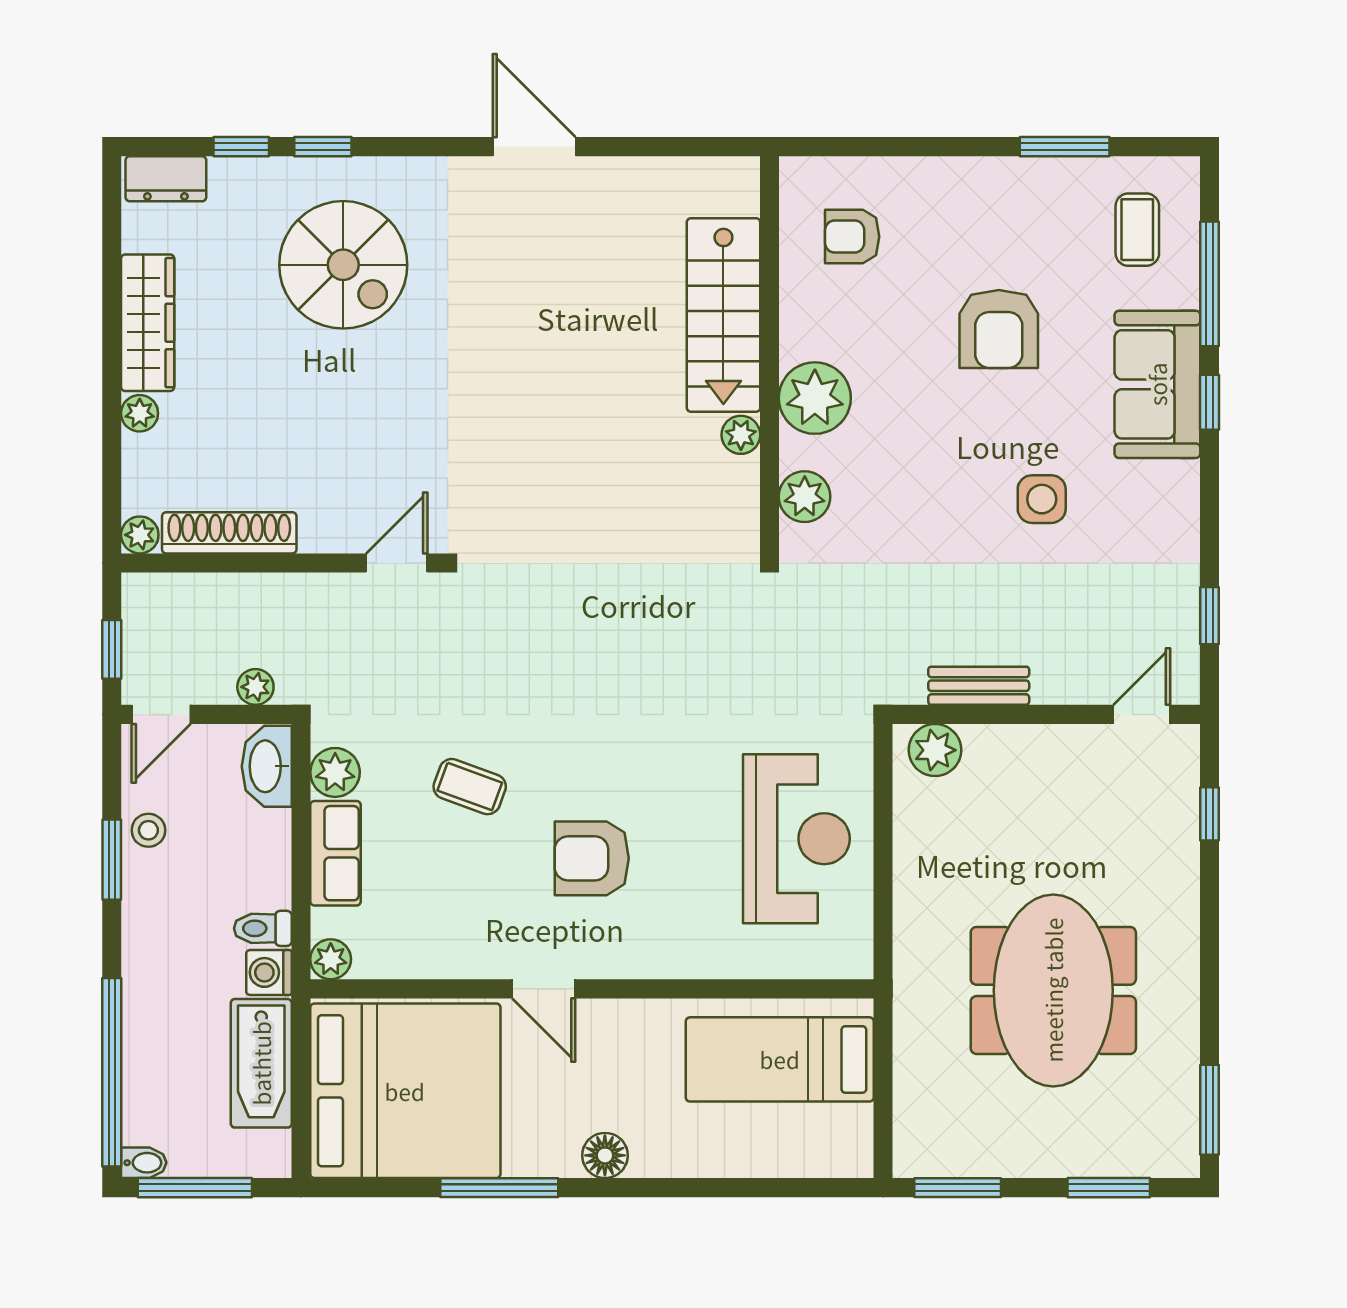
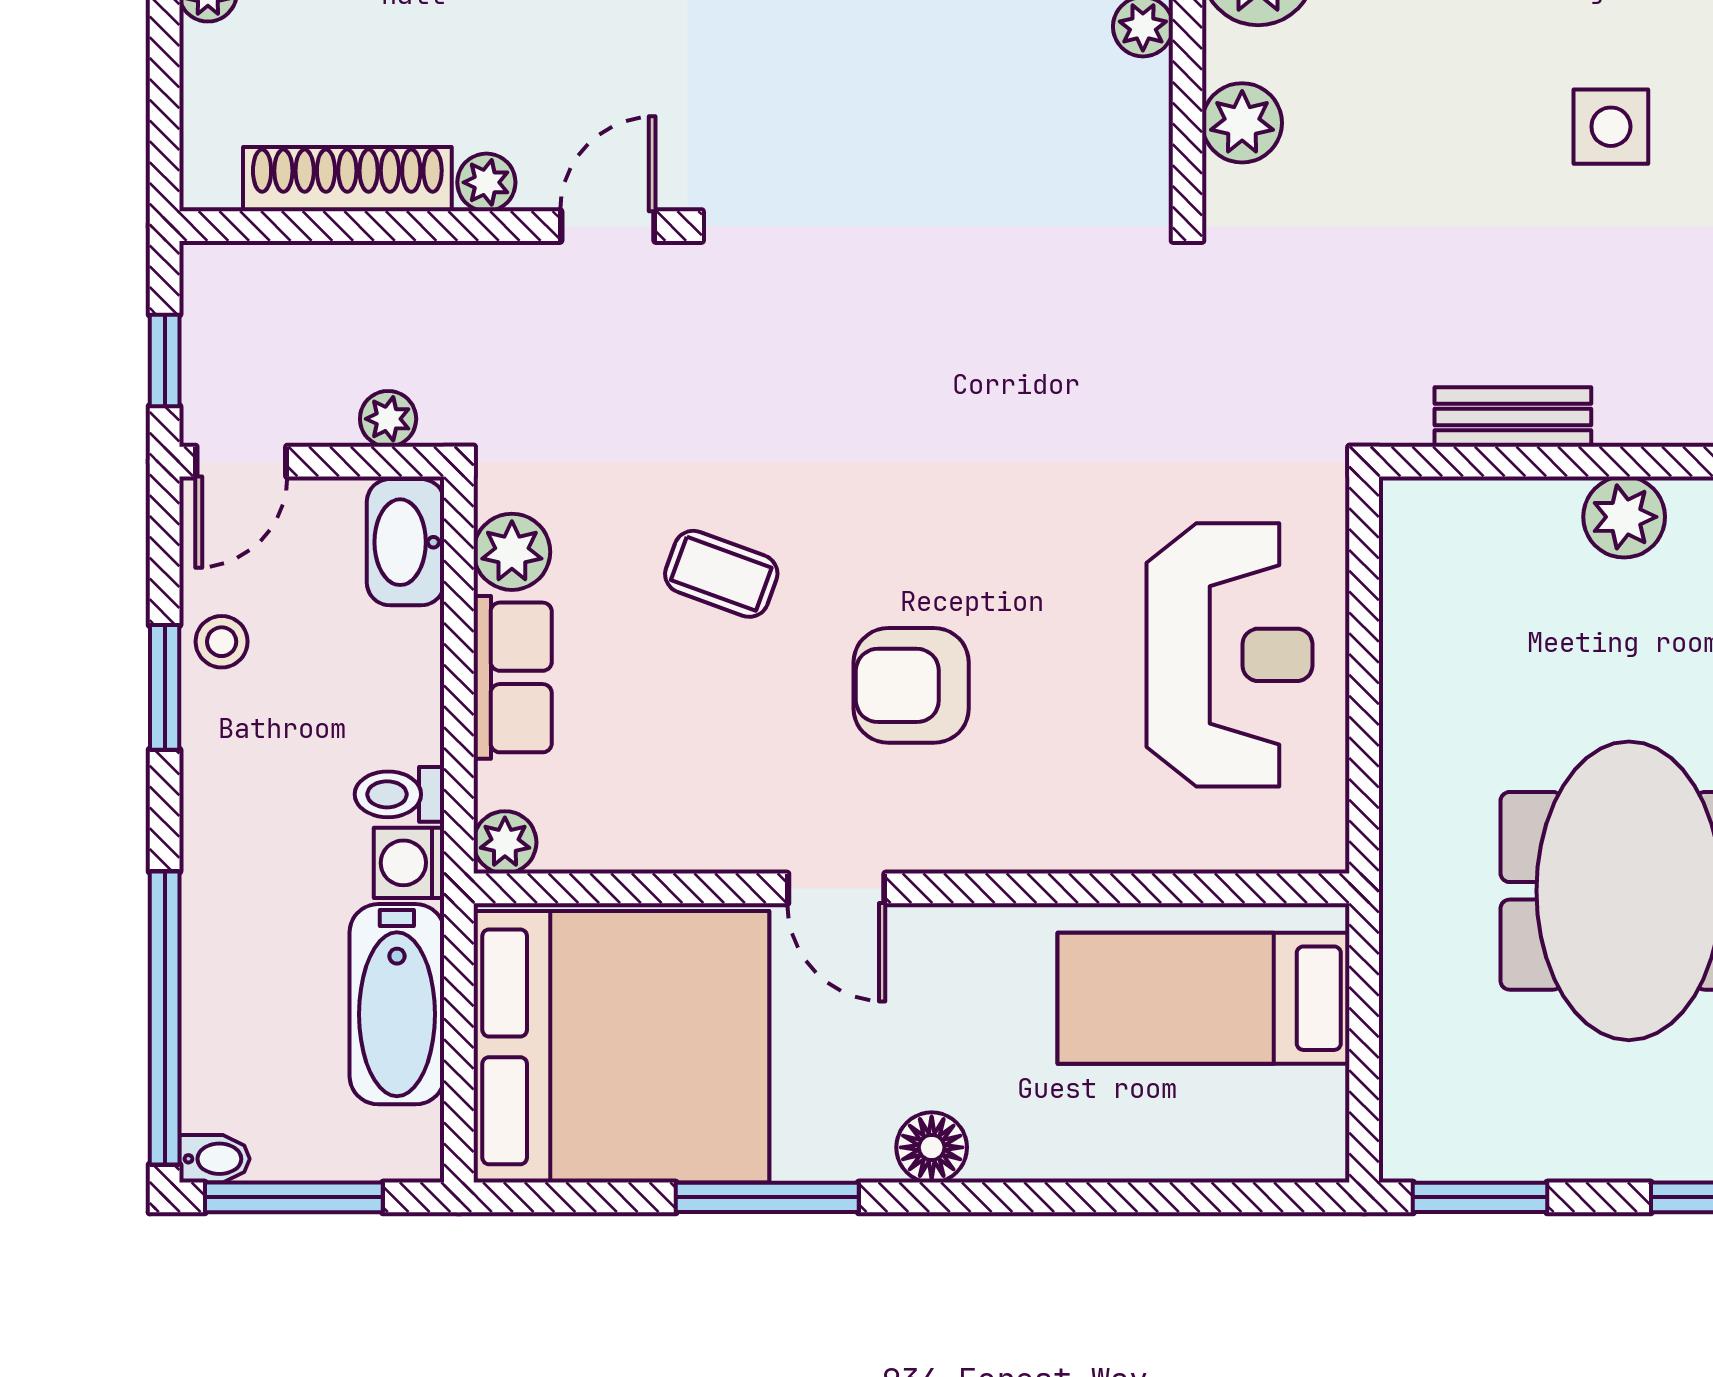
plant: (140, 535) -> (486, 182), moved
plant: (935, 750) -> (1624, 517), moved

